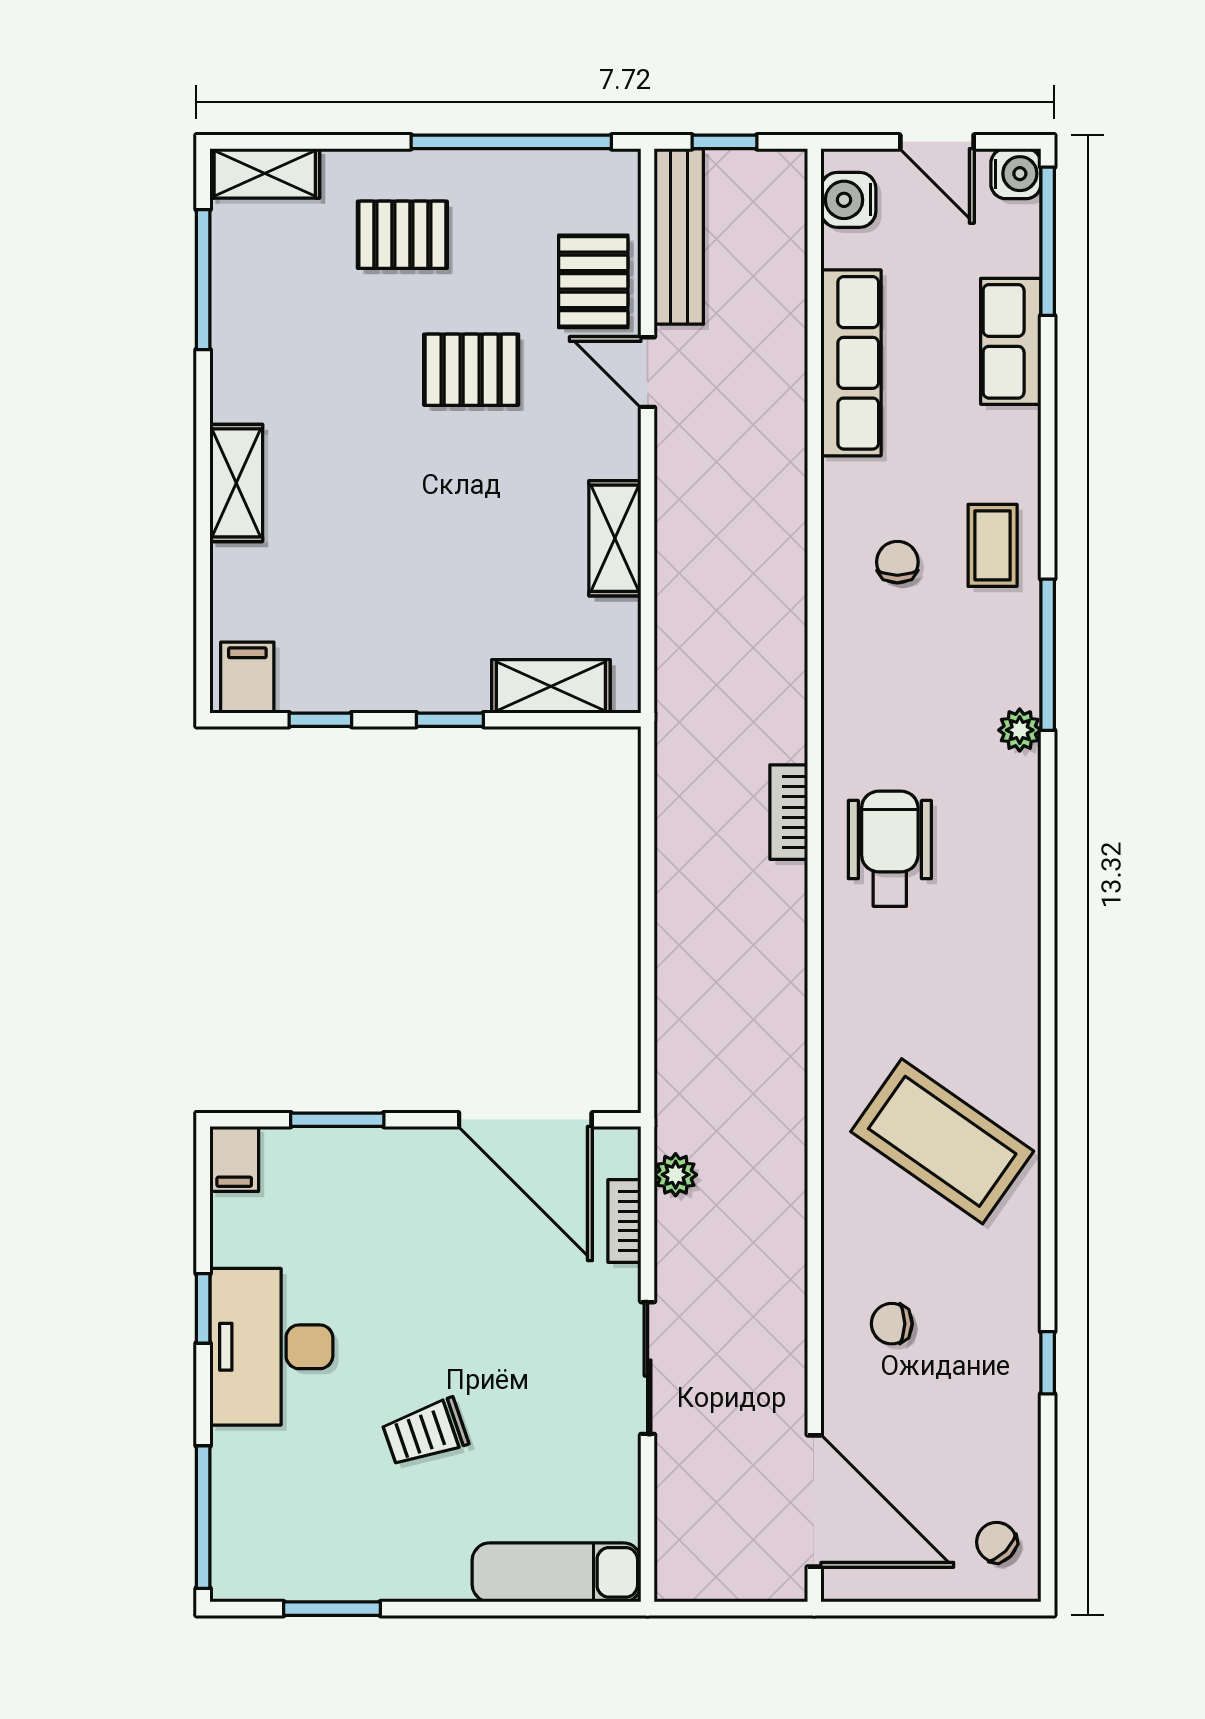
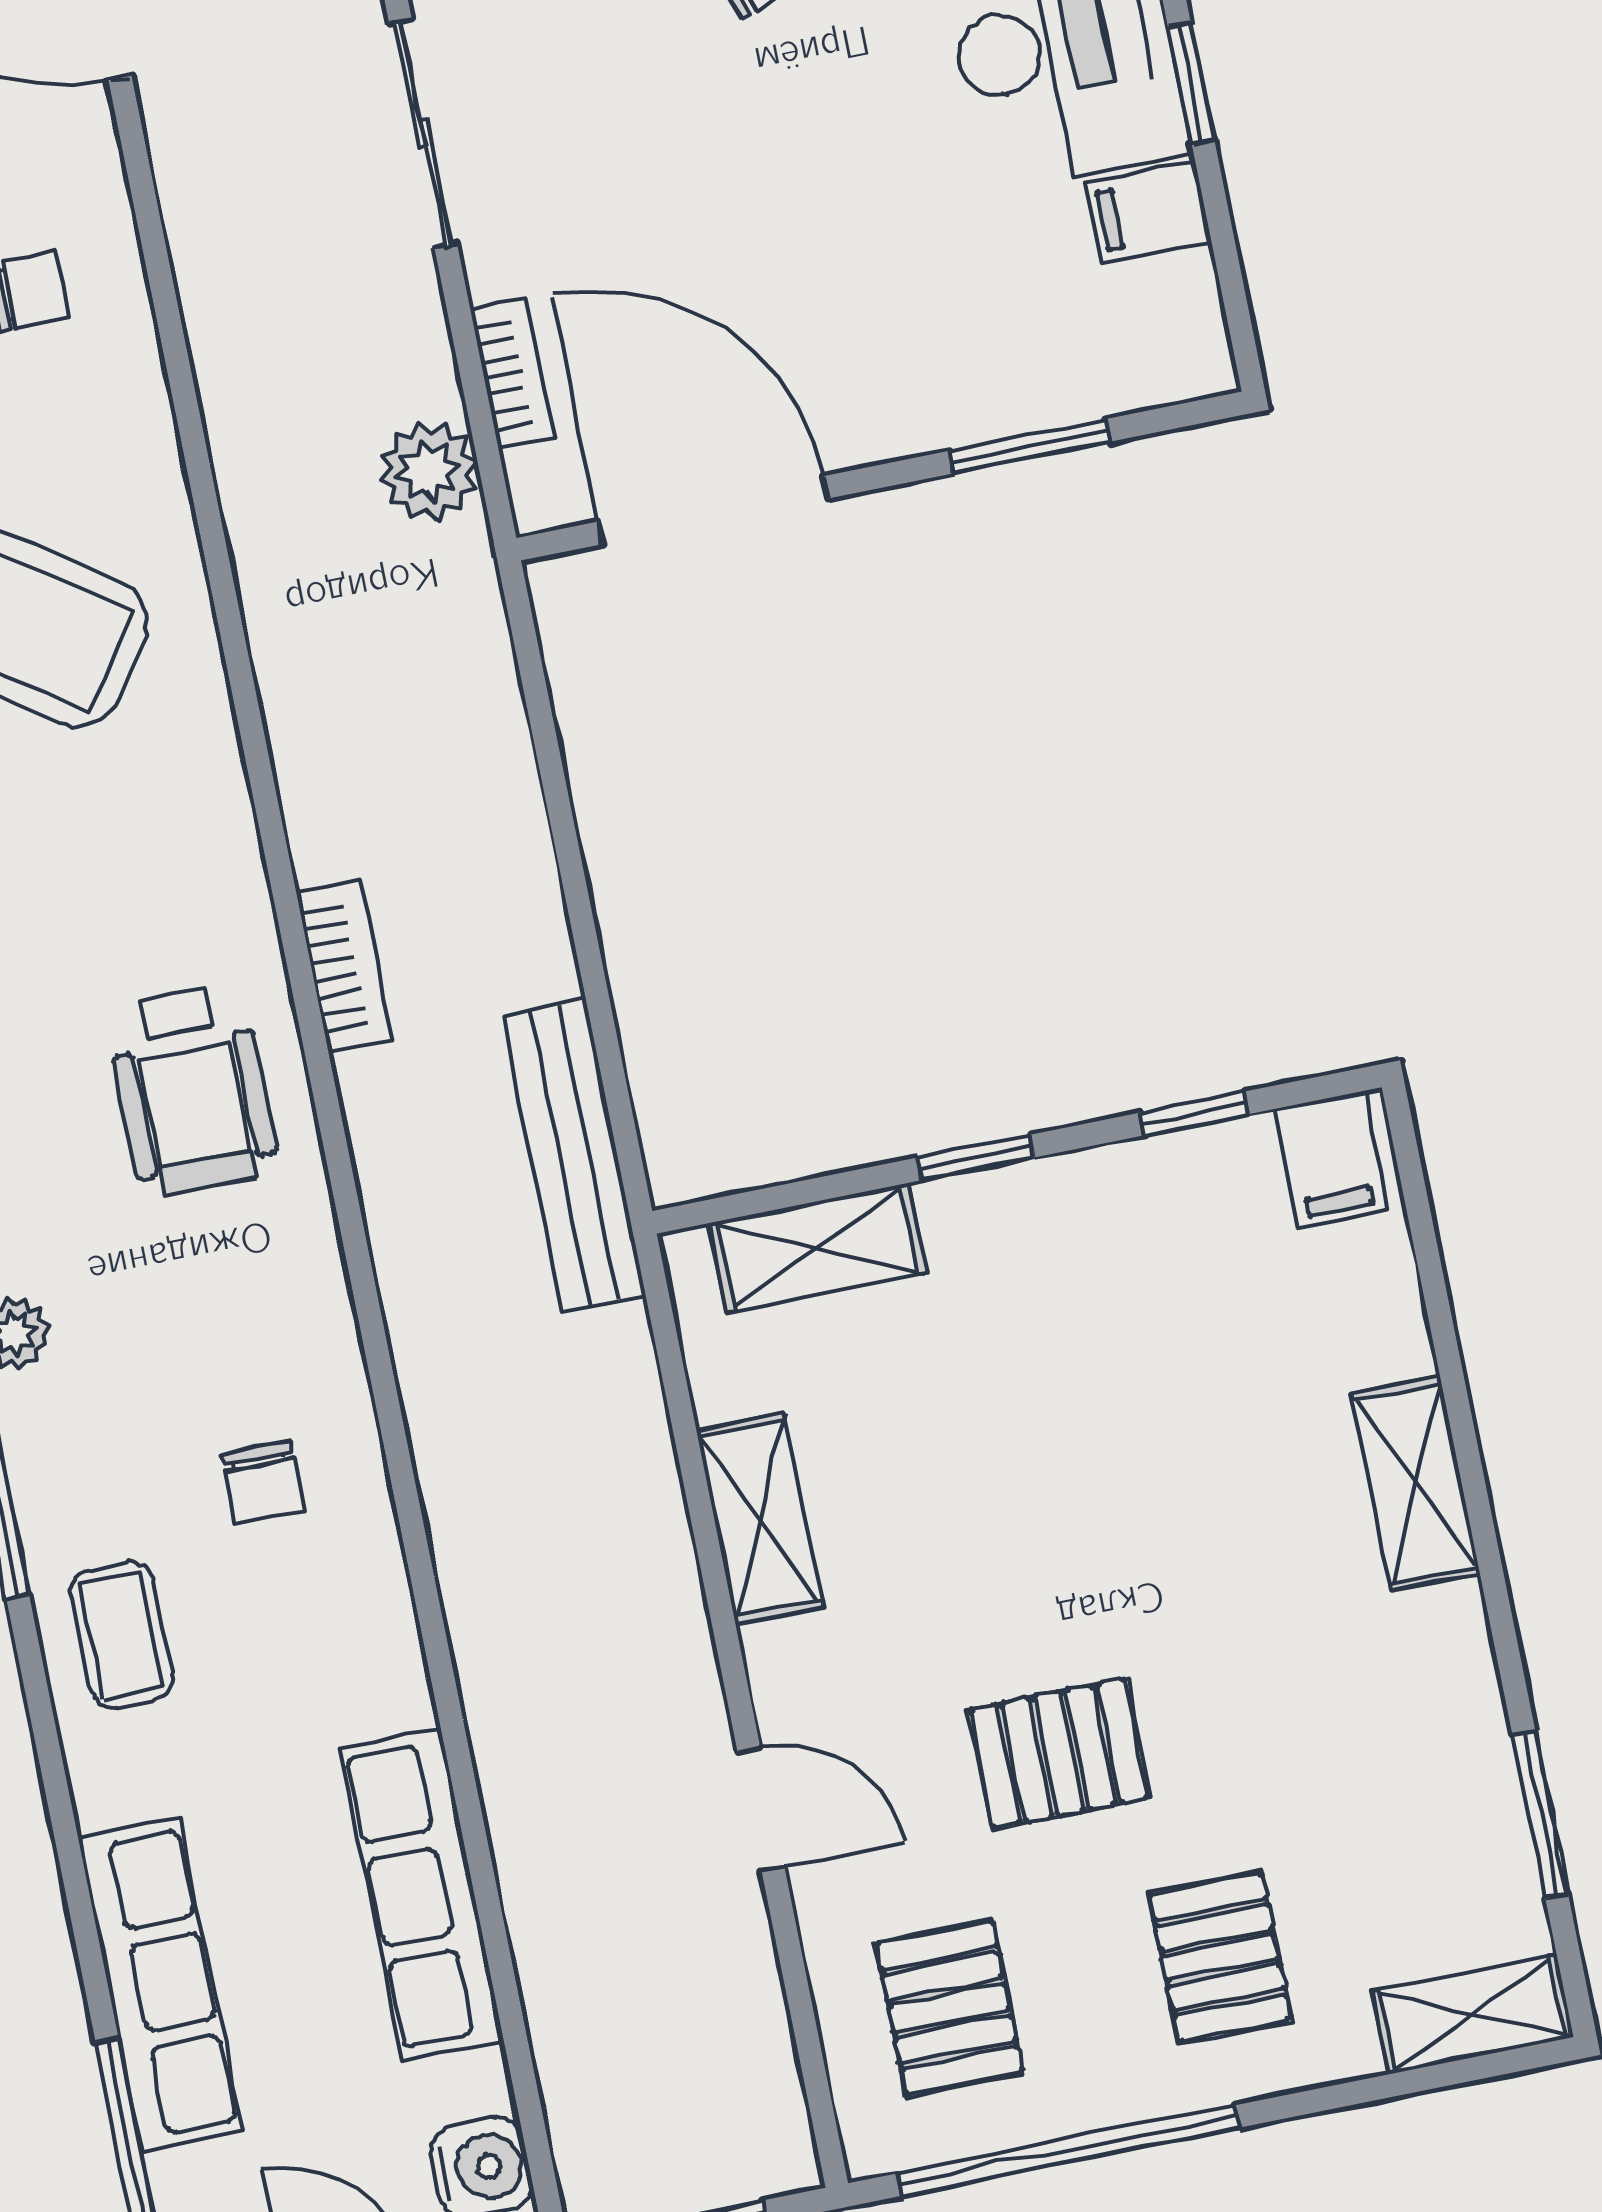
pallet: (402, 235) -> (1220, 1957), turned 90
bench: (679, 236) -> (574, 1155), moved
window: (203, 280) -> (1540, 1814), width x0.69
pallet: (593, 281) -> (949, 2008), moved
row of seats: (1011, 341) -> (160, 1984), width x1.48
chair: (897, 562) -> (264, 1482), moved
bookcase: (789, 812) -> (344, 966), moved
filing cabinet: (234, 1159) -> (1149, 212), moved, turned -90
plant: (676, 1175) -> (428, 471), width x1.38, depth x1.38

